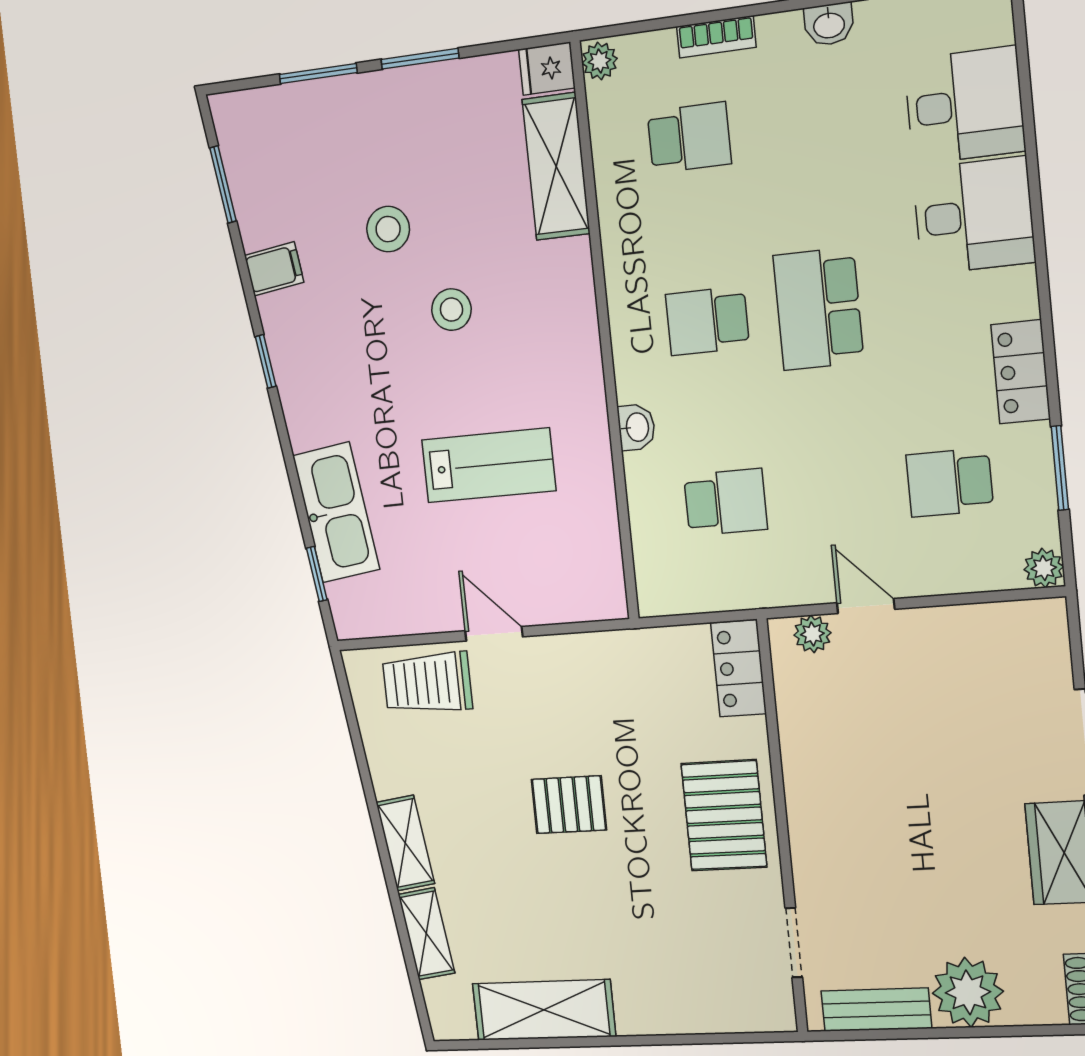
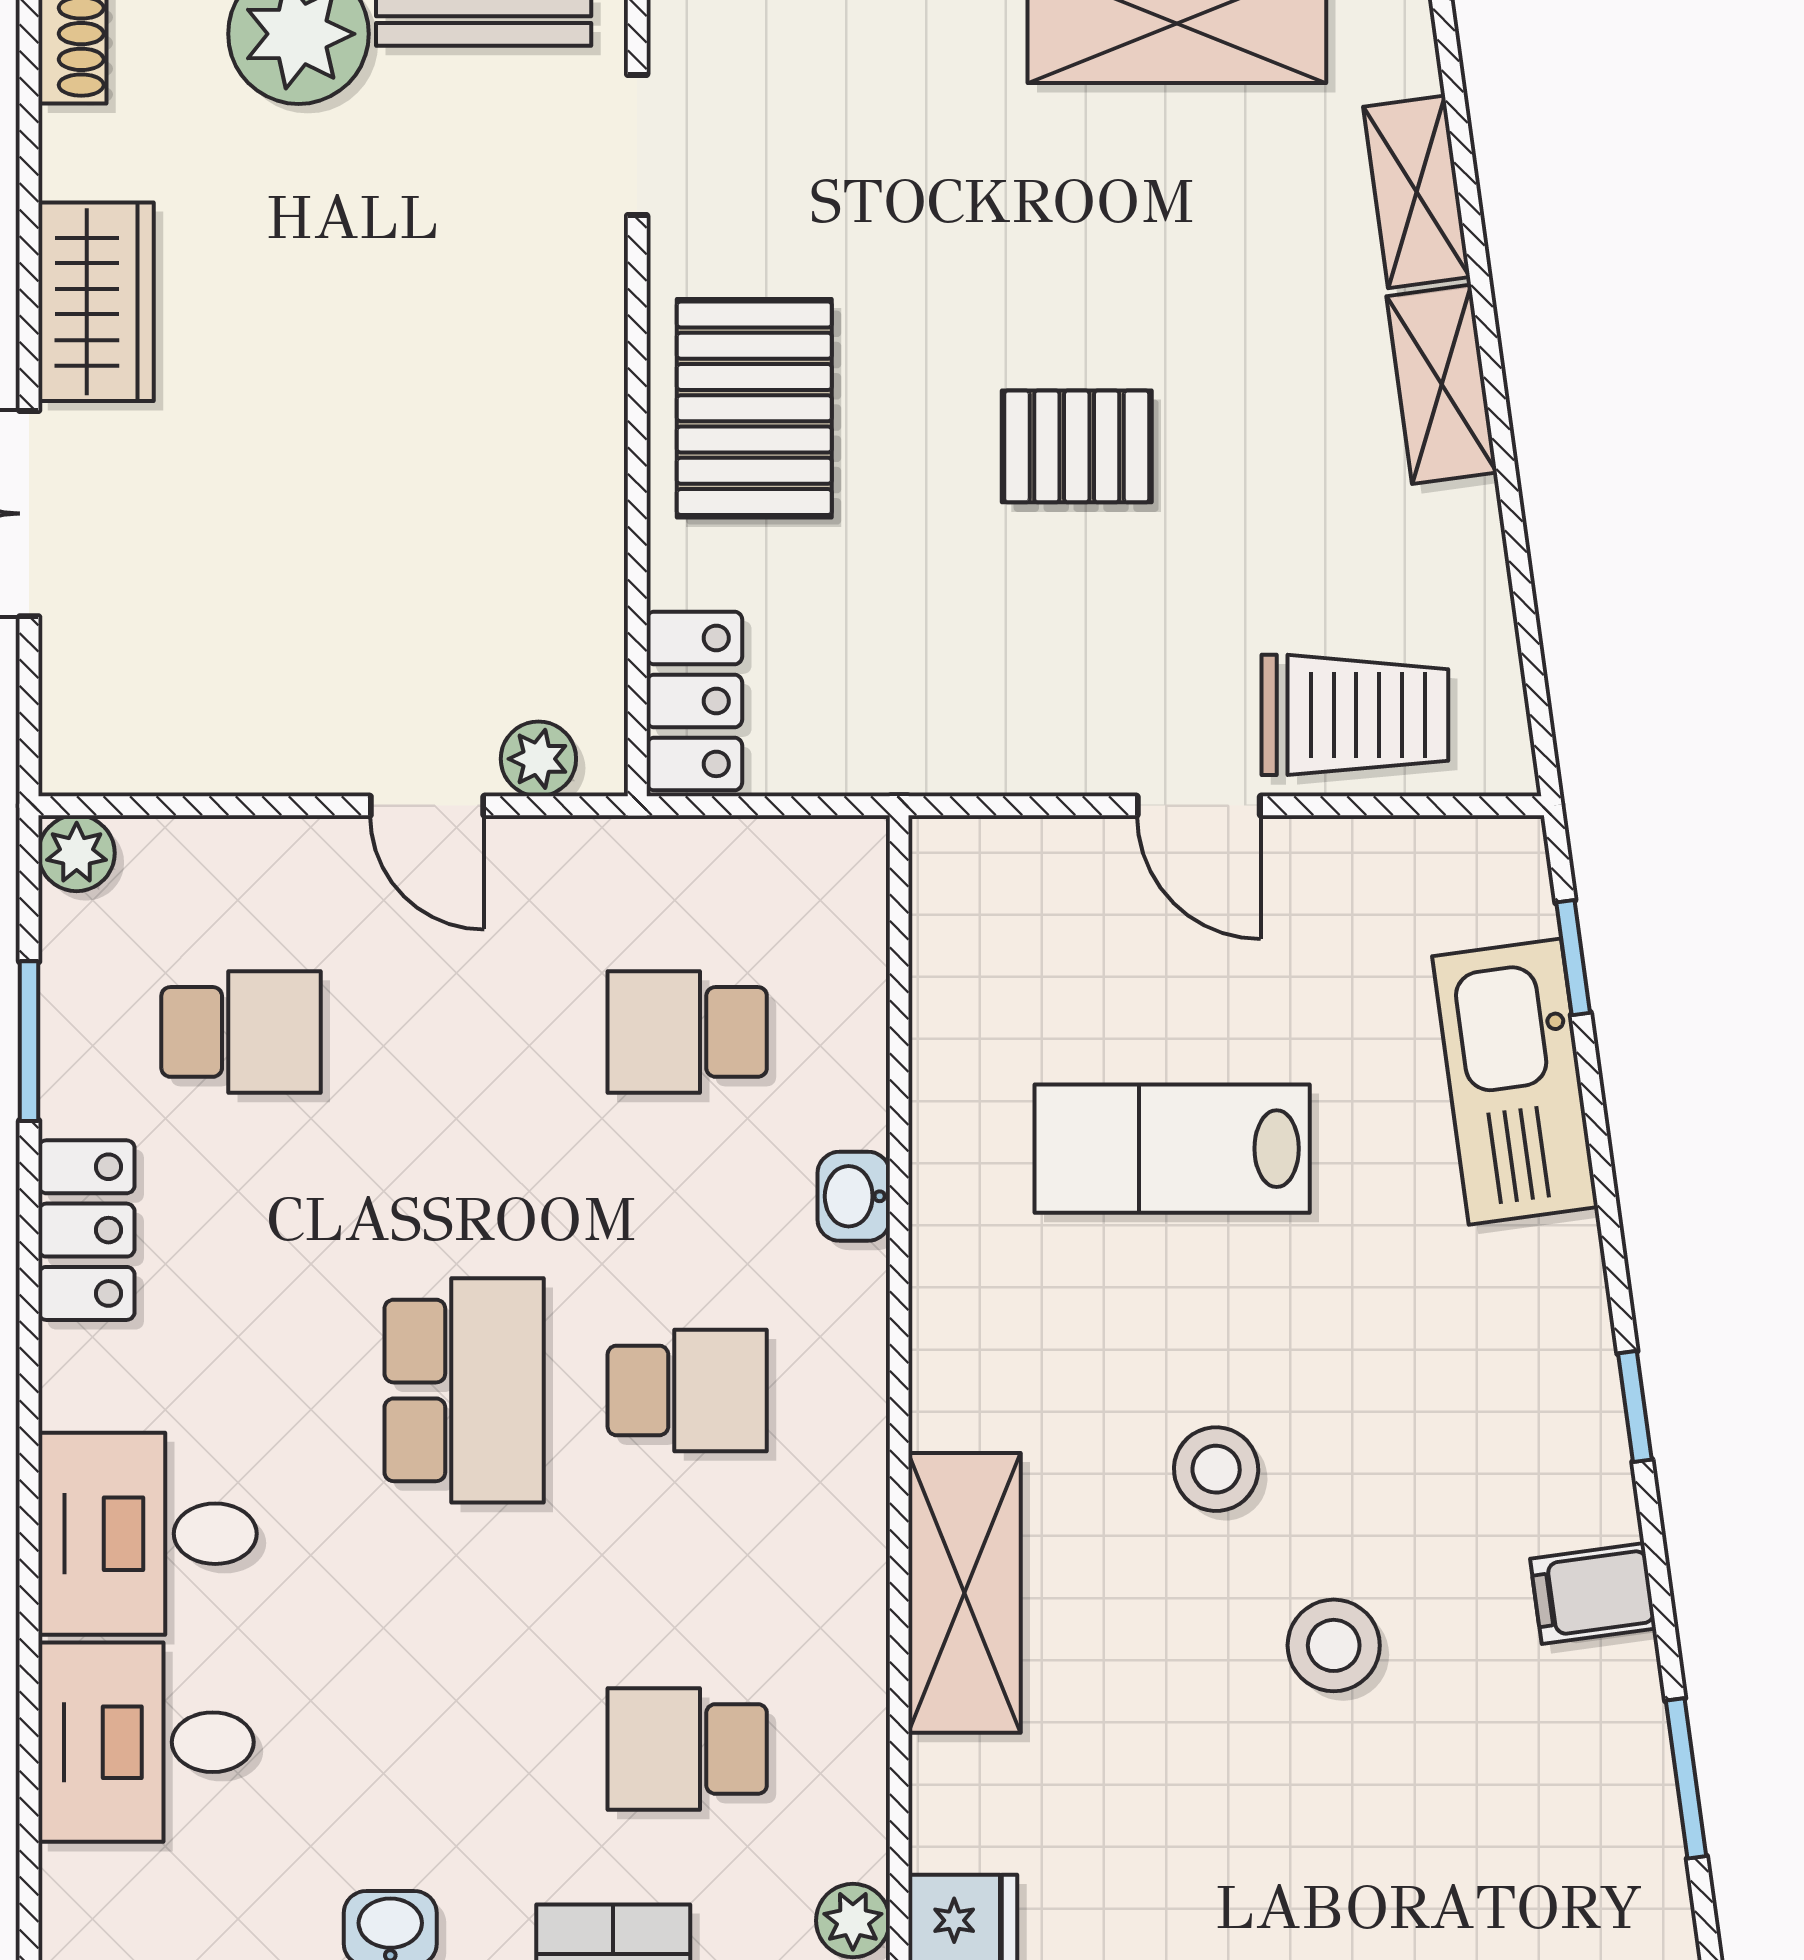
shelving: (556, 166) -> (965, 1593), moved

